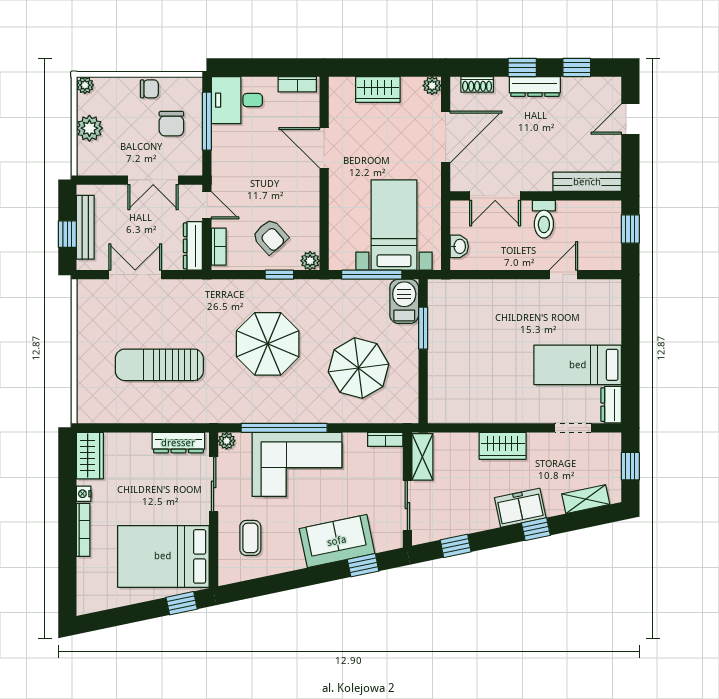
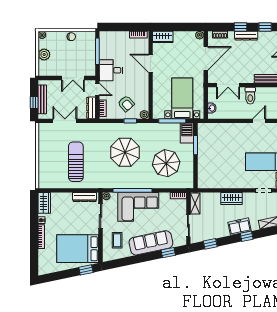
wardrobe: (378, 89) -> (163, 37), moved
desk: (237, 100) -> (111, 70), moved
chair: (171, 124) -> (81, 52), removed
sun lounger: (159, 365) -> (76, 162), turned 90
sofa: (337, 541) -> (151, 243), width x1.36

